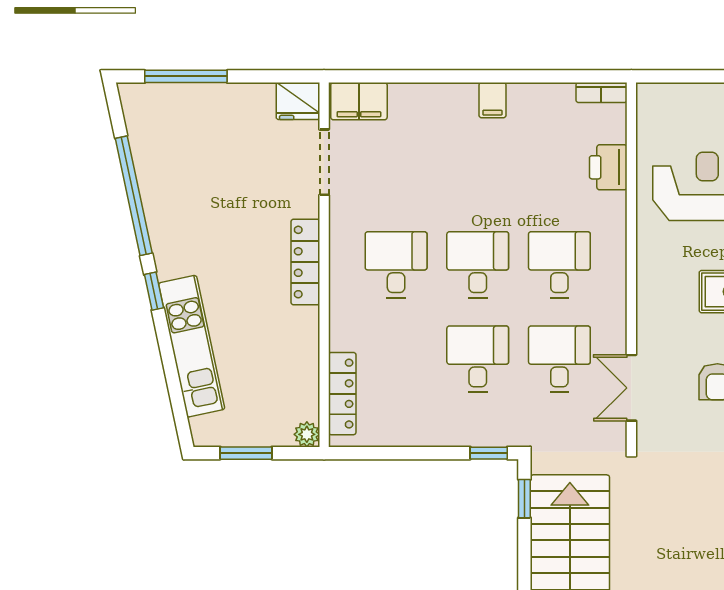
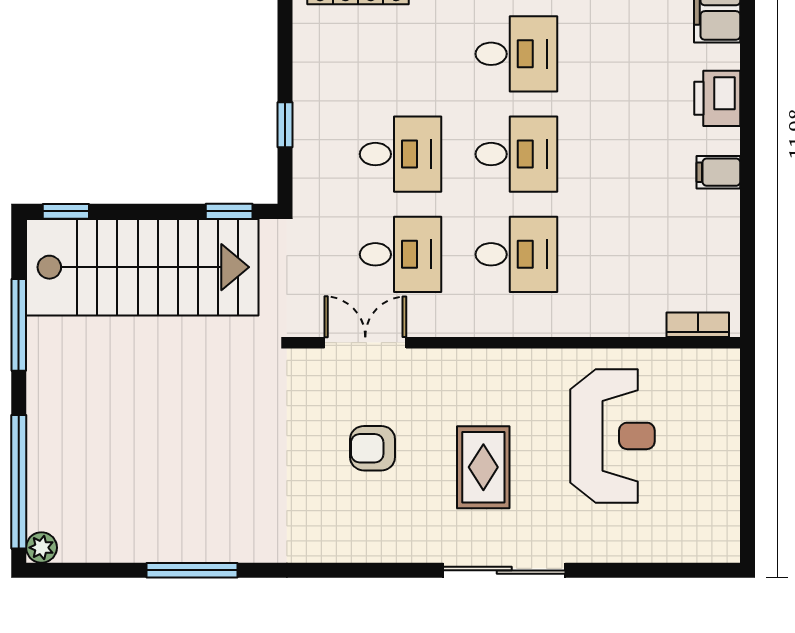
bookcase: (601, 93) -> (698, 325), moved, turned 90
printer: (608, 167) -> (717, 98), moved, turned -90
window: (489, 453) -> (285, 125), moved

